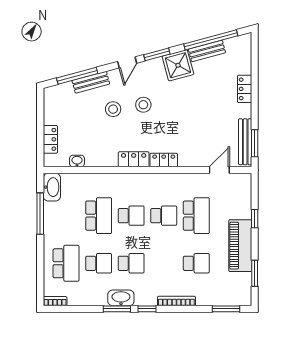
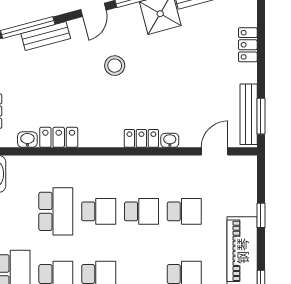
stool: (113, 109) -> (75, 71), removed
locker: (134, 159) -> (59, 137), moved
washbasin: (185, 162) -> (170, 140), added
school desk: (196, 216) -> (184, 211), width x0.54

